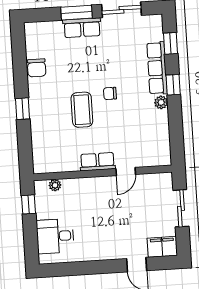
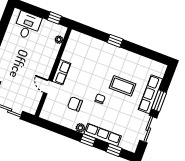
row of seats: (82, 28) -> (150, 94), width x1.48
chair: (37, 68) -> (75, 104), moved
coffee table: (82, 110) -> (123, 86), moved

